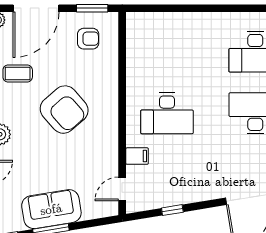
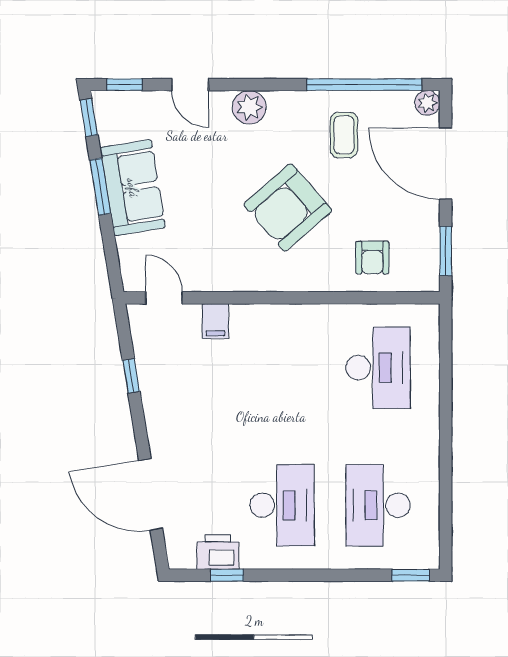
armchair: (88, 39) -> (372, 258), moved
desk: (167, 113) -> (378, 368), moved, turned 180

